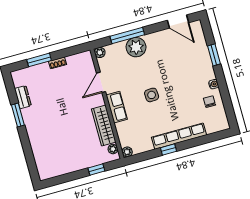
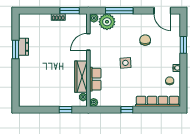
plant: (136, 47) -> (107, 22), moved
window: (39, 60) -> (70, 11), moved
chair: (167, 62) -> (145, 40), added
dresser: (23, 97) -> (23, 47), moved
row of seats: (117, 107) -> (95, 79), moved
row of seats: (179, 136) -> (158, 101), moved

